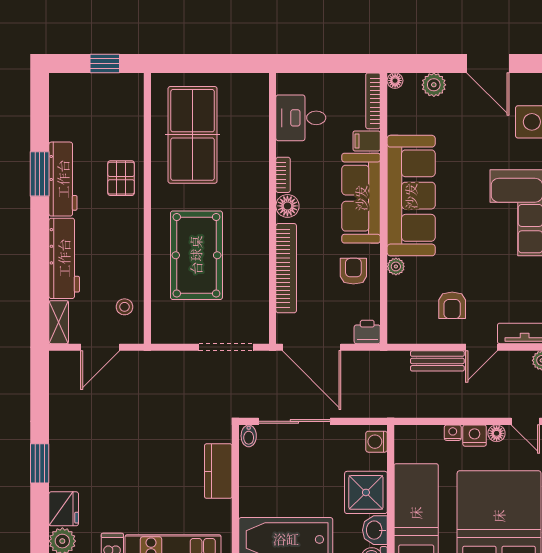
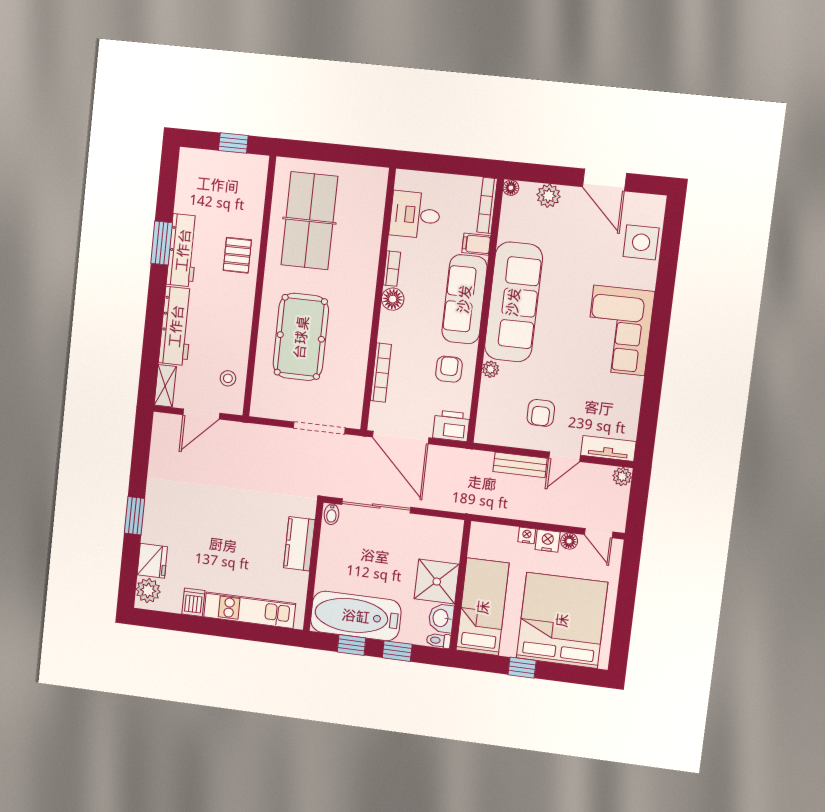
bookcase: (286, 268) -> (381, 373), width x0.68, depth x0.76
printer: (367, 332) -> (451, 426), width x1.36, depth x1.24
washing machine: (377, 442) -> (452, 535), removed

